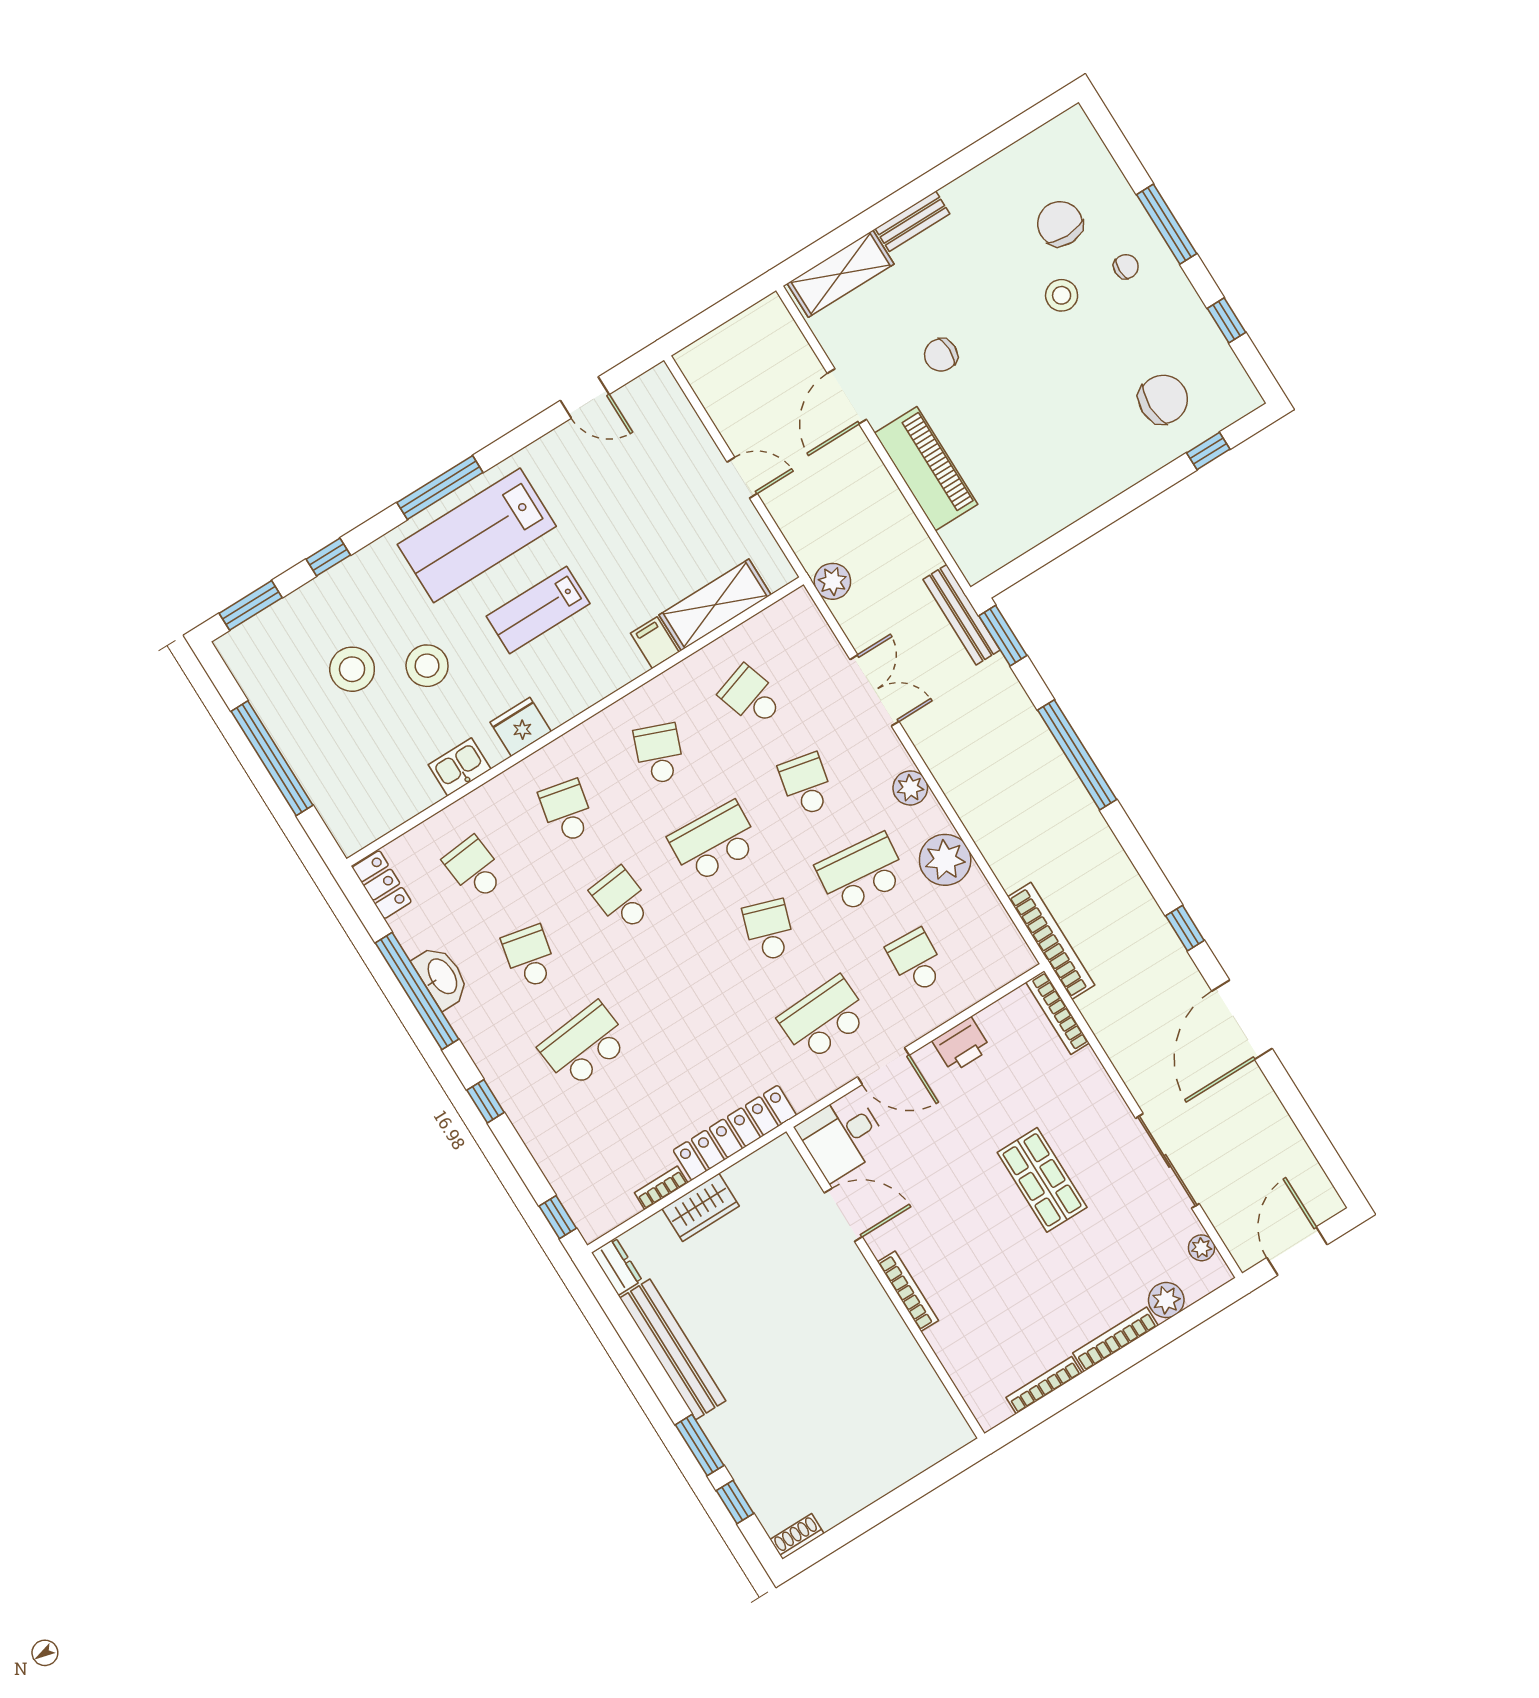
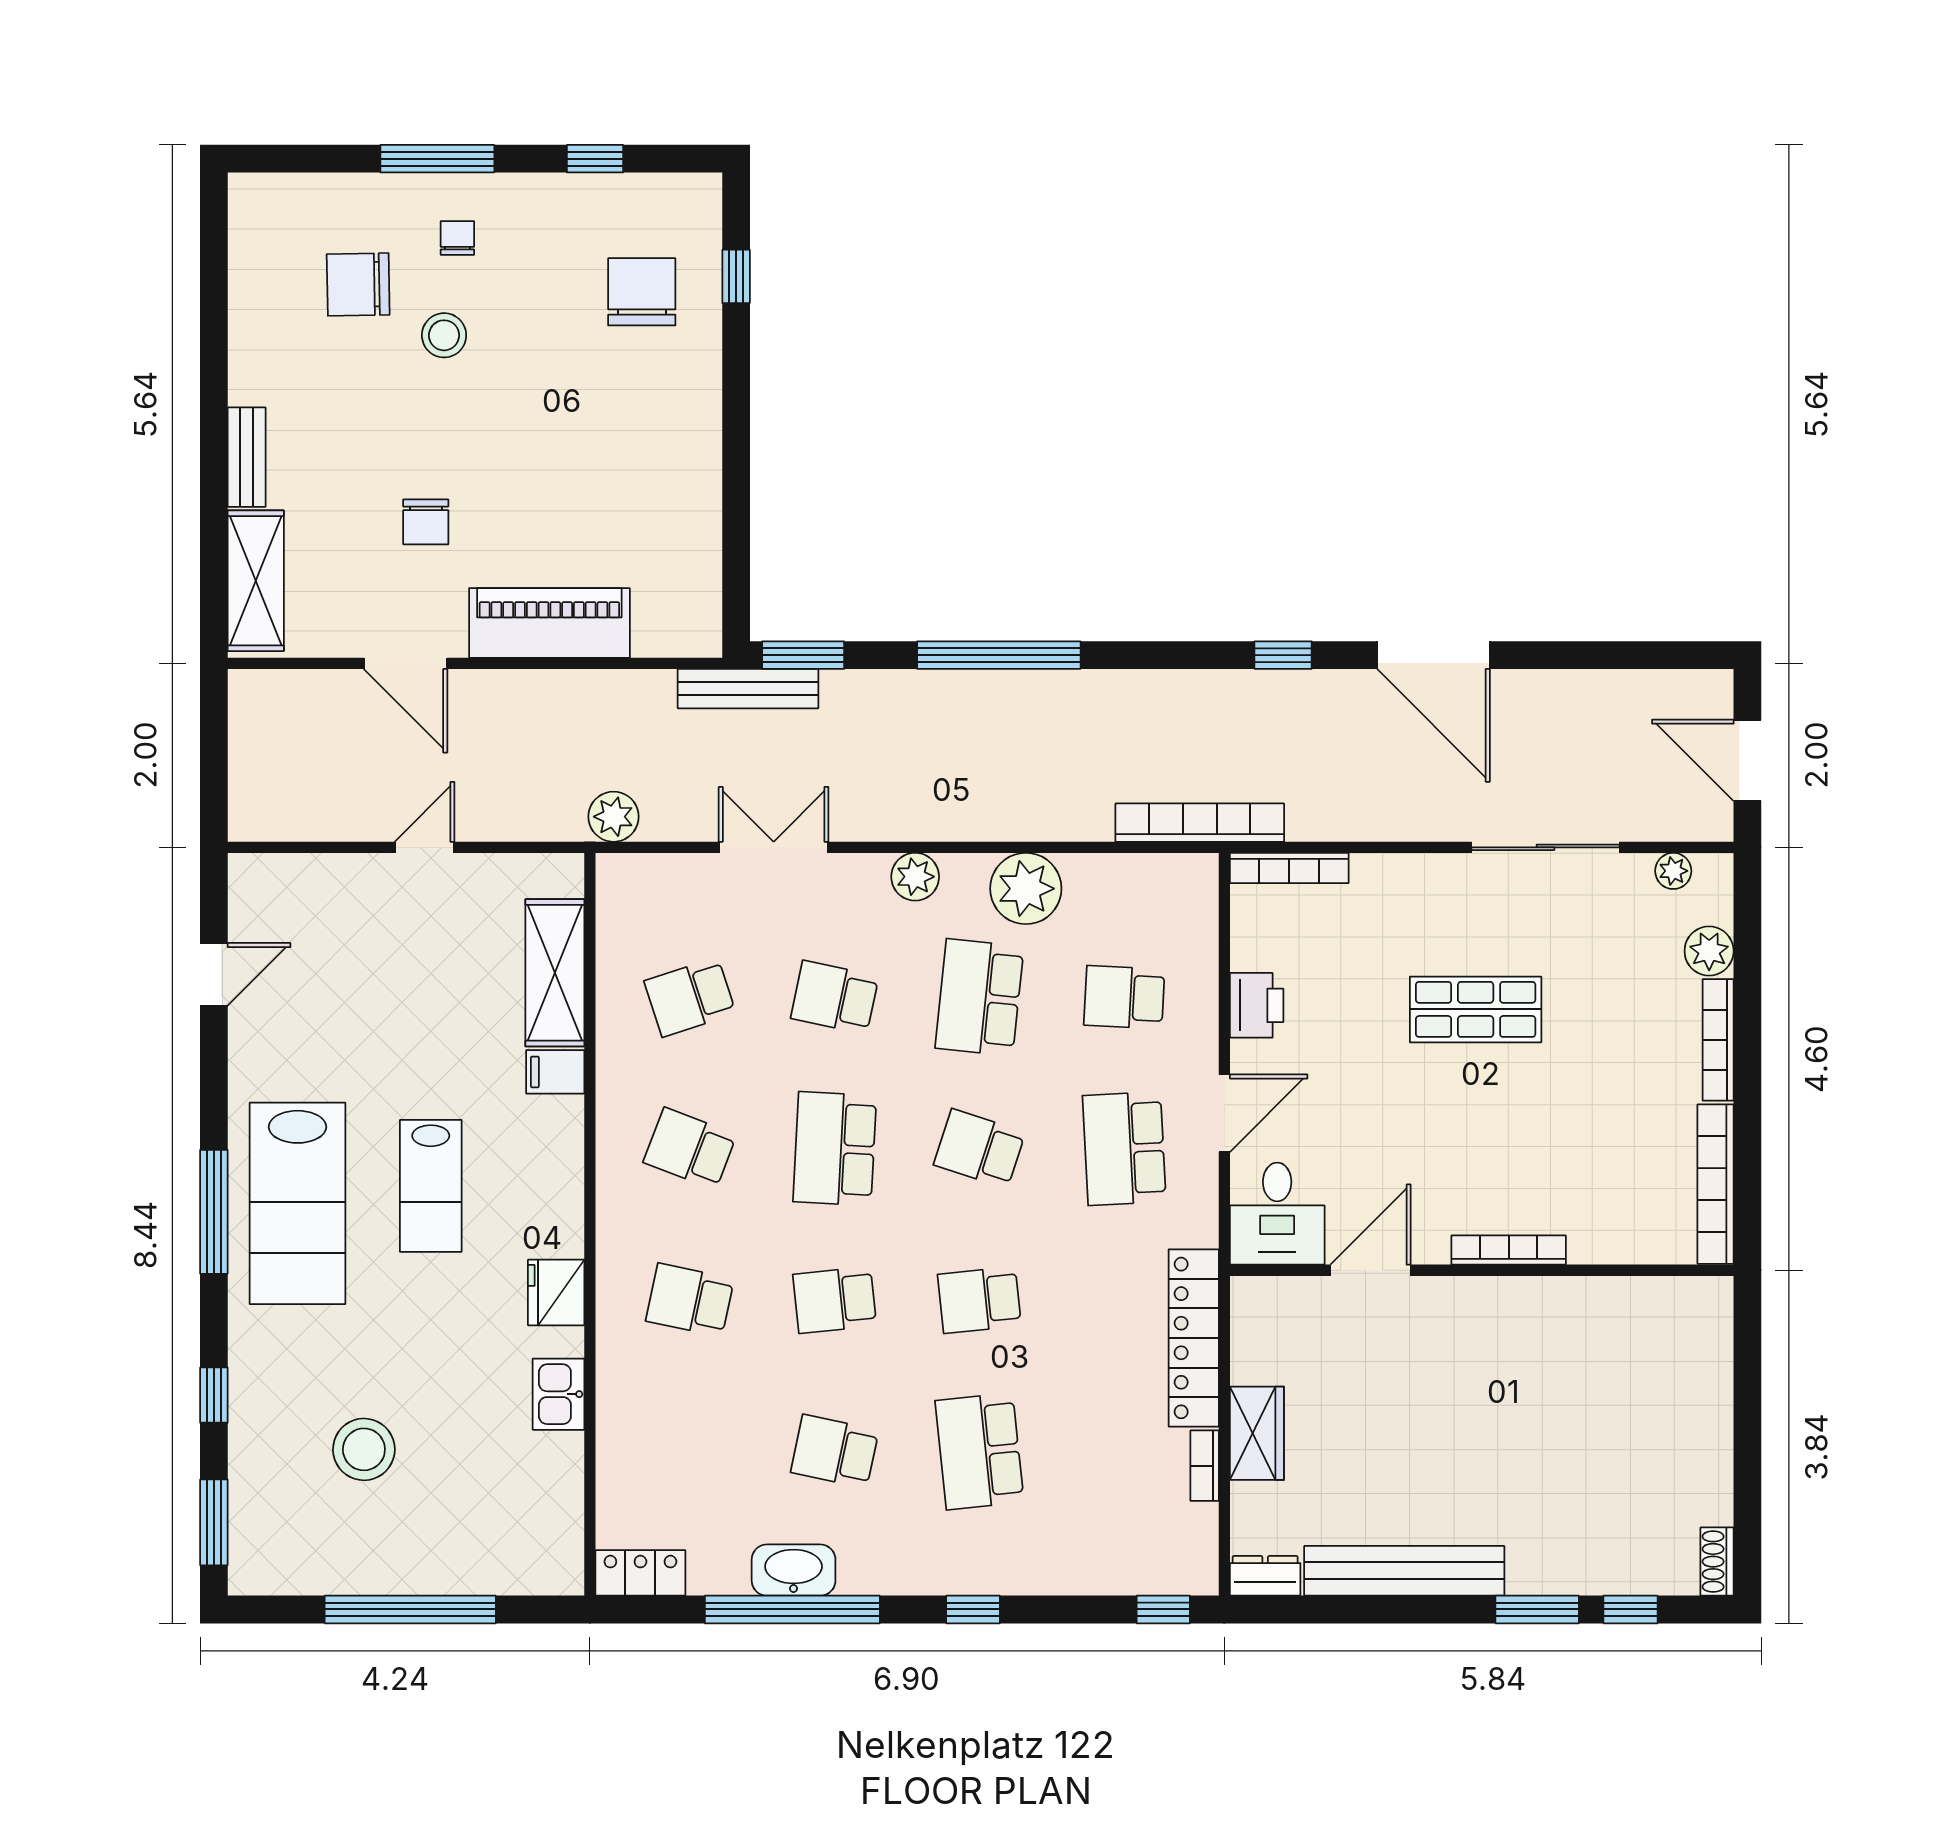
stool: (427, 666) -> (415, 1358), removed
school desk: (475, 869) -> (979, 1300), moved
bookcase: (1044, 1385) -> (1716, 1184), width x1.48, depth x1.31

